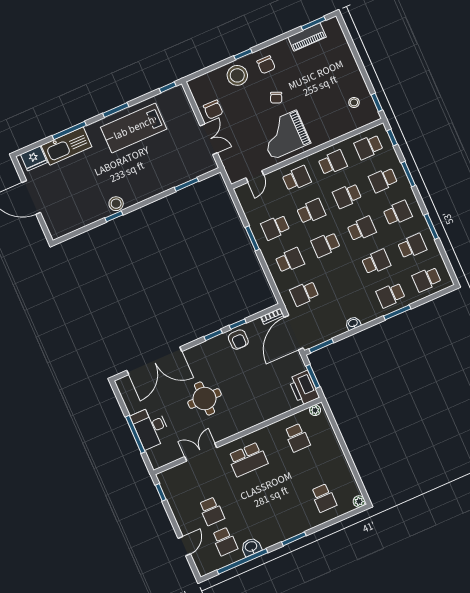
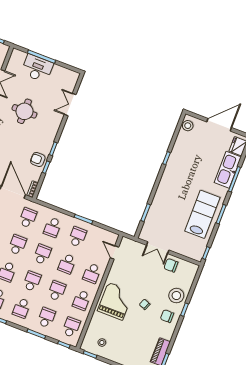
grand piano: (284, 135) -> (115, 301), moved
stool: (116, 204) -> (188, 126), moved
school desk: (362, 229) -> (32, 281), turned 180
school desk: (340, 278) -> (17, 245), added
double door: (154, 361) -> (70, 105), width x0.54

